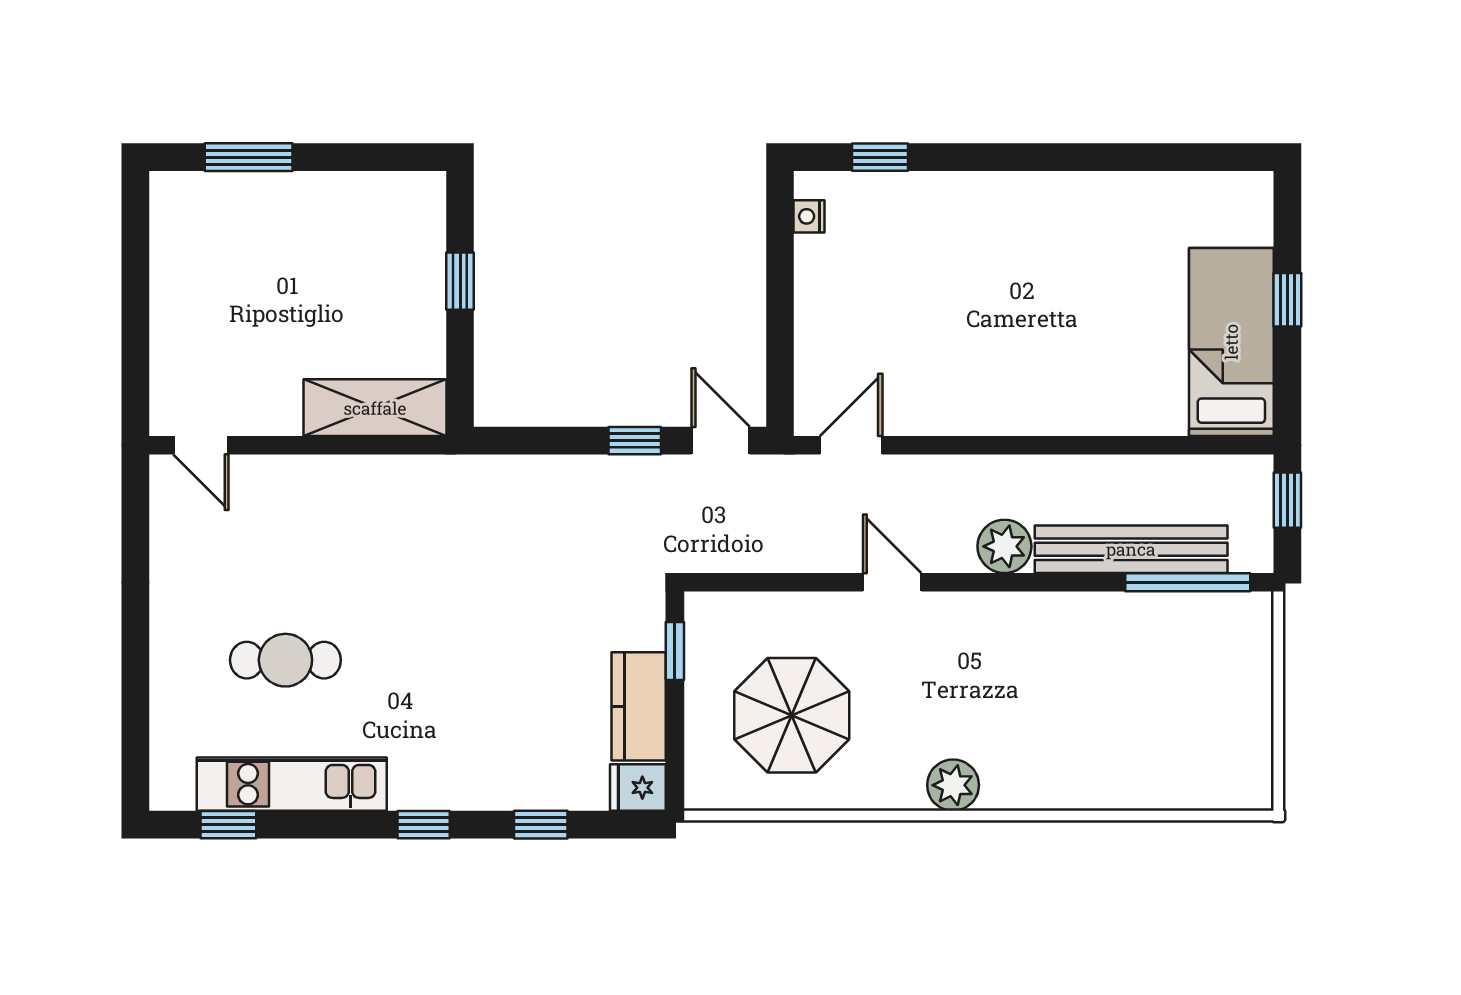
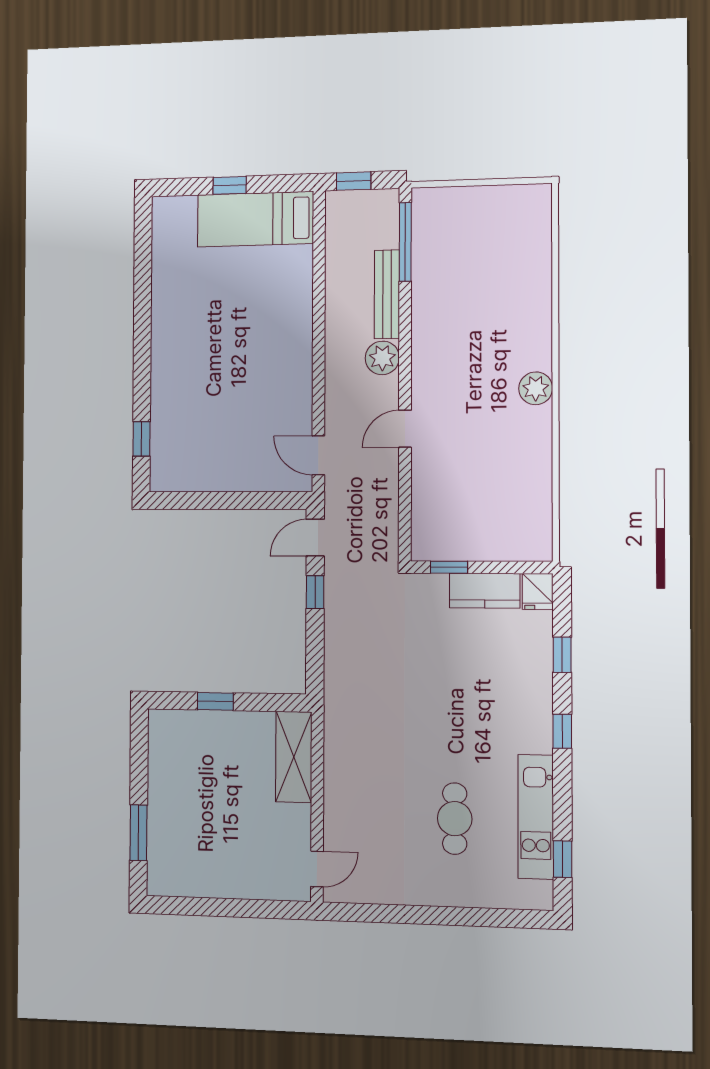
nightstand: (809, 216) -> (177, 483), removed
bench: (1131, 549) -> (387, 294), width x0.73, depth x0.82
parasol: (792, 715) -> (490, 492), removed

